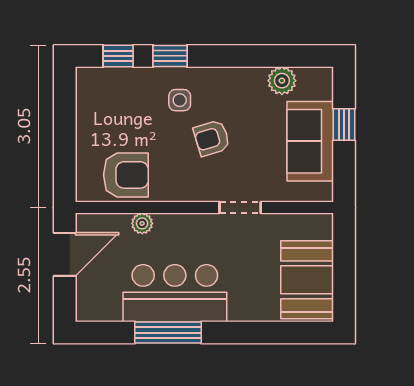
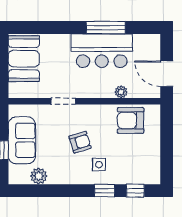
door: (65, 254) -> (167, 74), hinge flipped

